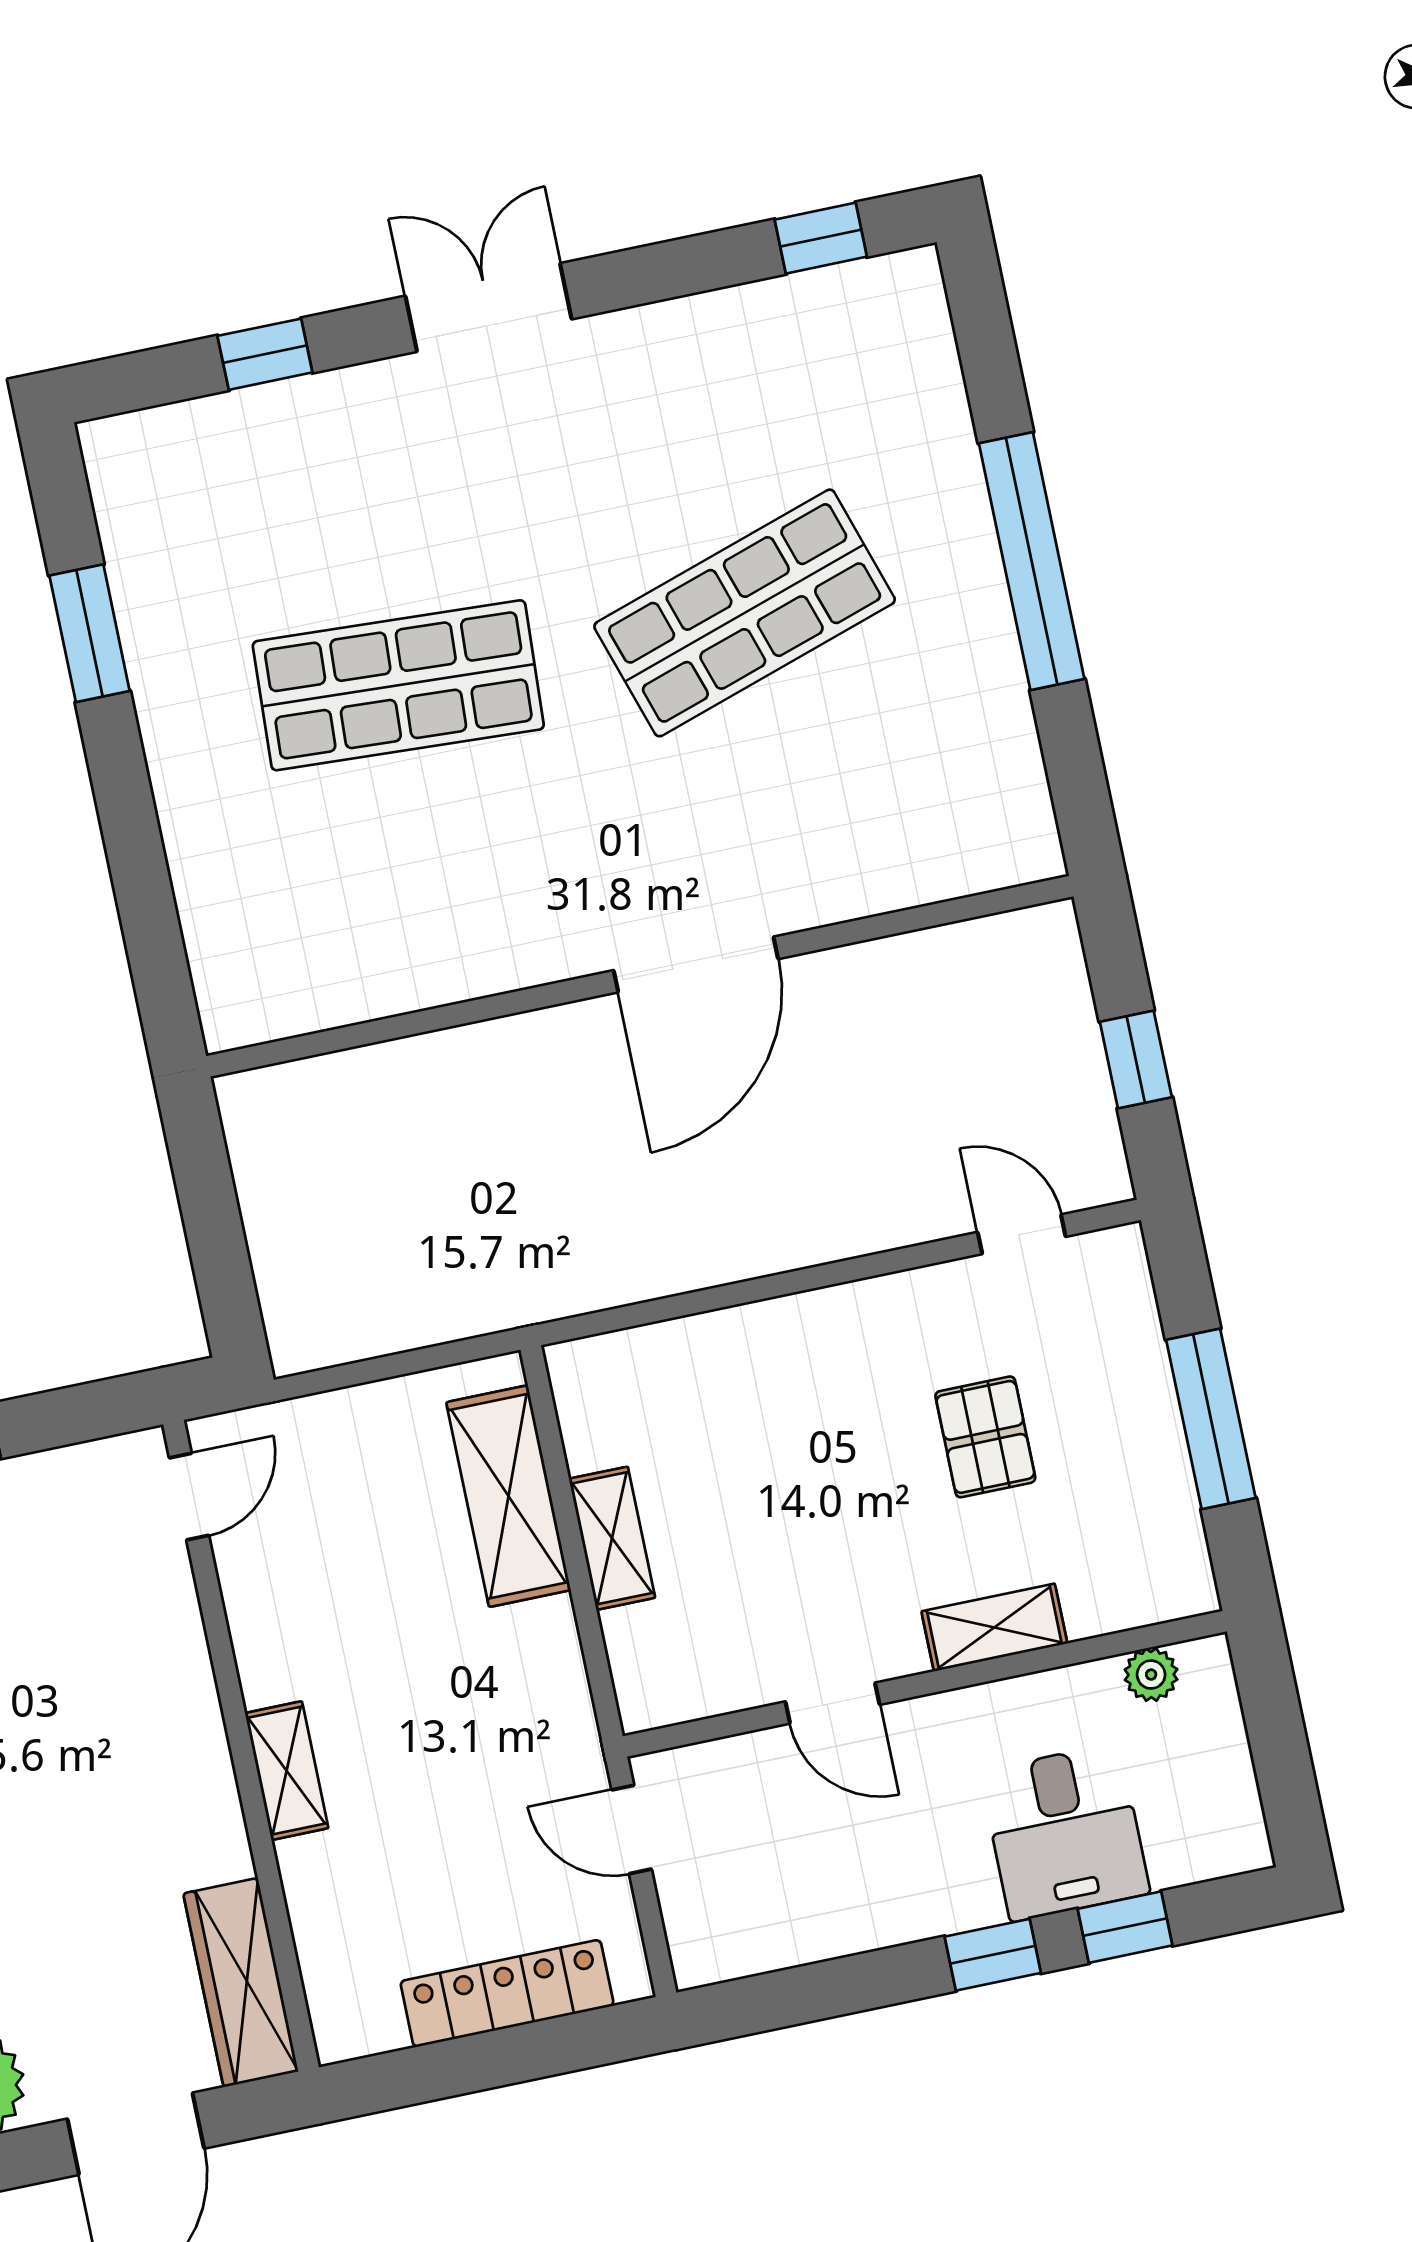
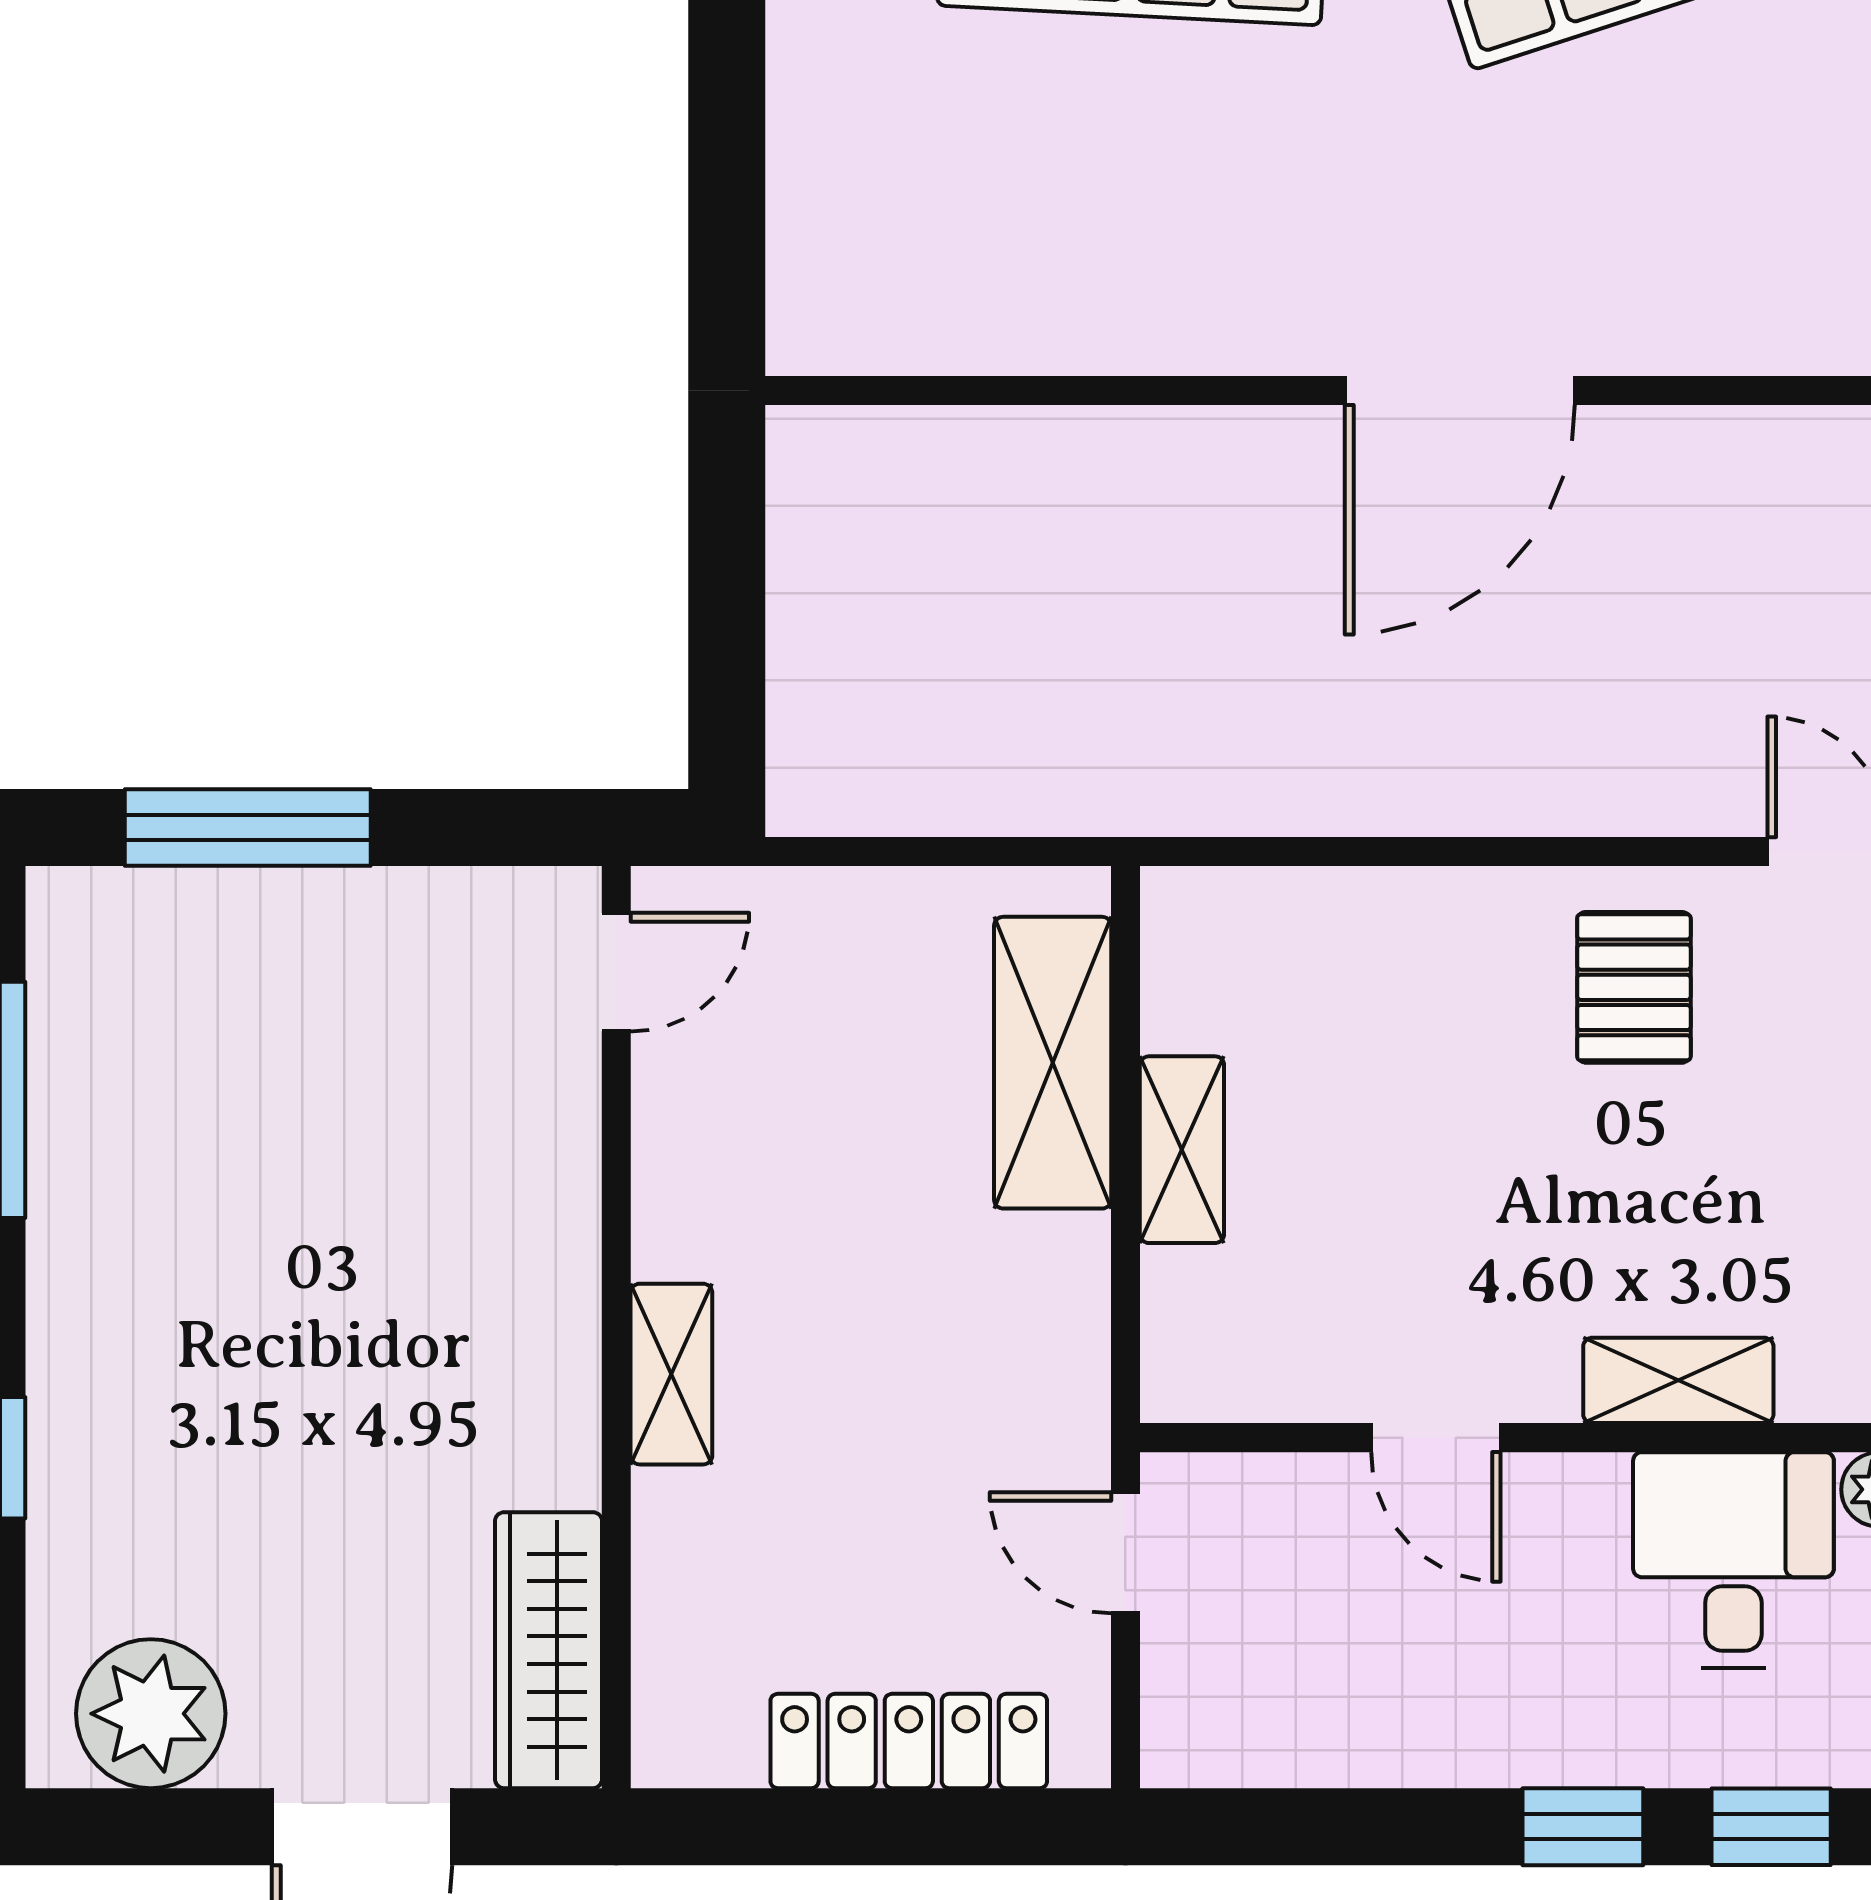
pallet: (985, 1437) -> (1634, 987), moved
desk: (1065, 1832) -> (1733, 1560), moved, turned 180

